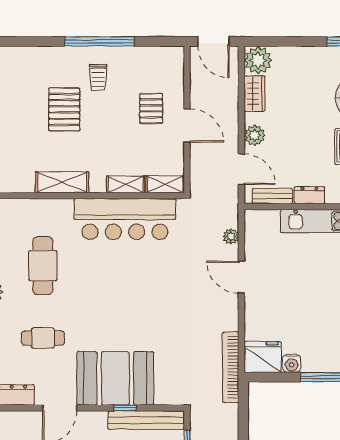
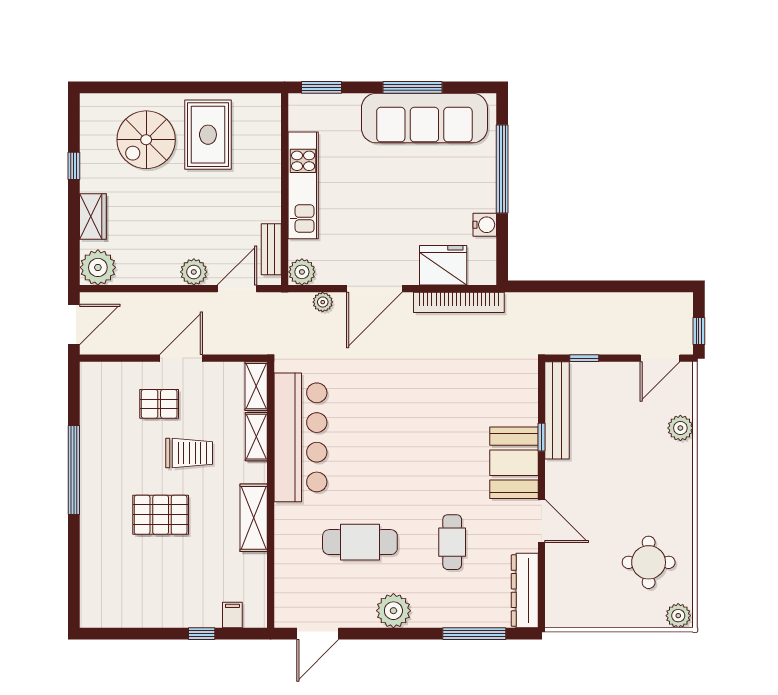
trolley: (98, 77) -> (189, 453), moved, width x1.36, depth x1.39
wardrobe: (255, 94) -> (93, 217), moved, turned 90
dresser: (309, 195) -> (270, 202), removed
plant: (255, 220) -> (302, 272), added
door: (241, 277) -> (374, 289), width x1.36
fridge: (263, 357) -> (443, 265), moved, turned 90
bookcase: (231, 367) -> (459, 302), moved
booth: (115, 378) -> (514, 463), width x0.73, depth x0.70

